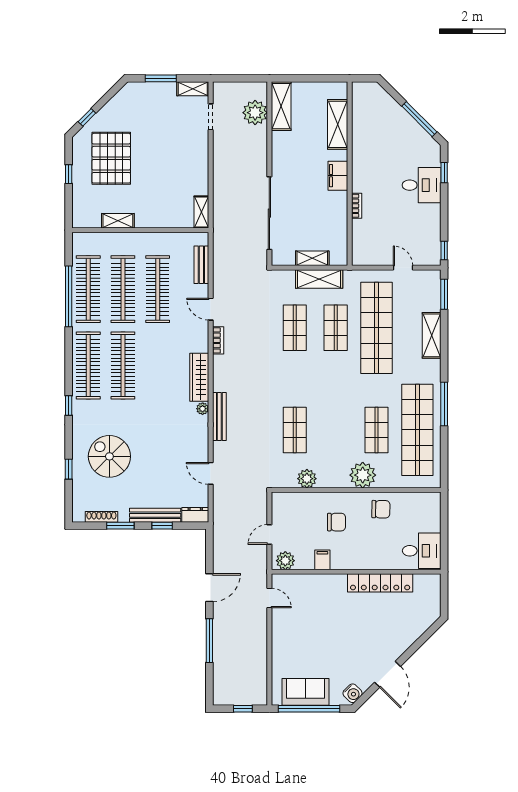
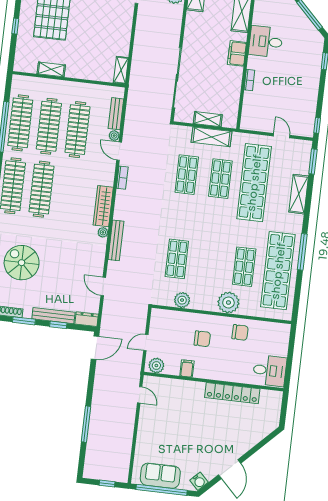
desk: (422, 185) -> (266, 42), moved, turned 180
plant: (202, 291) -> (114, 136), added
door: (209, 588) -> (95, 348), moved

